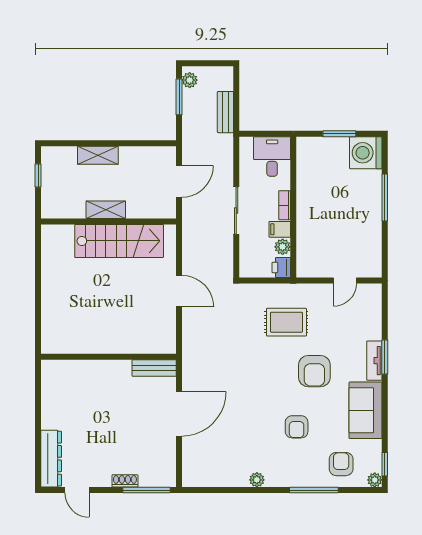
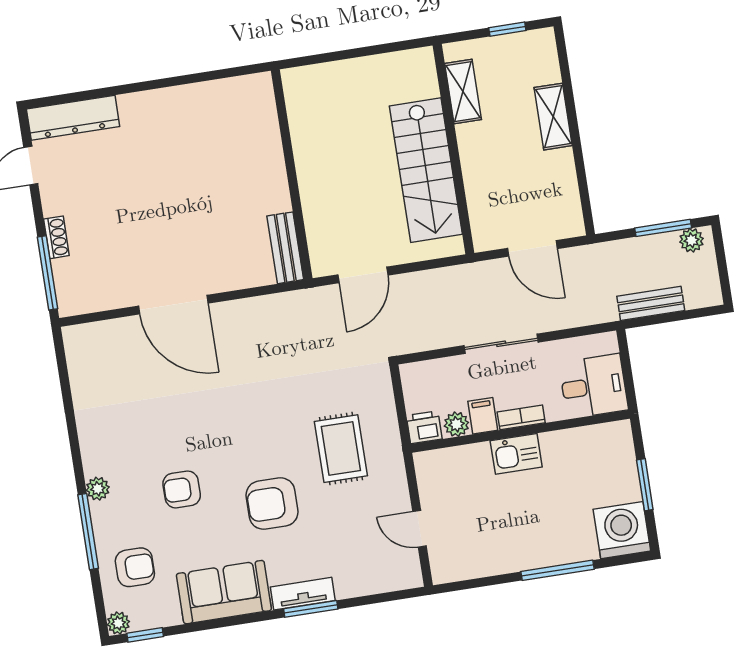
shelving: (106, 210) -> (463, 92), moved
kitchen sink: (307, 212) -> (516, 454), added
wall: (109, 357) -> (292, 175), moved
bench: (154, 368) -> (285, 248), moved
plant: (257, 480) -> (98, 489), moved

